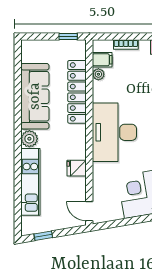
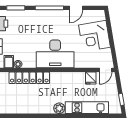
sofa: (35, 96) -> (32, 105), removed
fridge: (77, 168) -> (91, 78), moved

